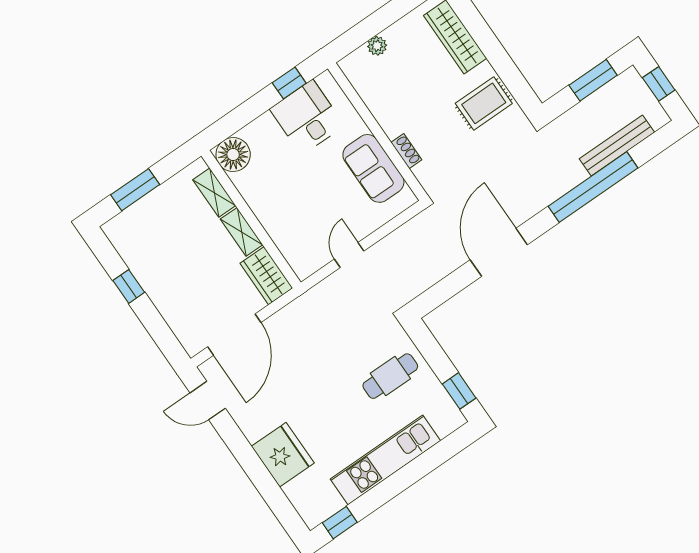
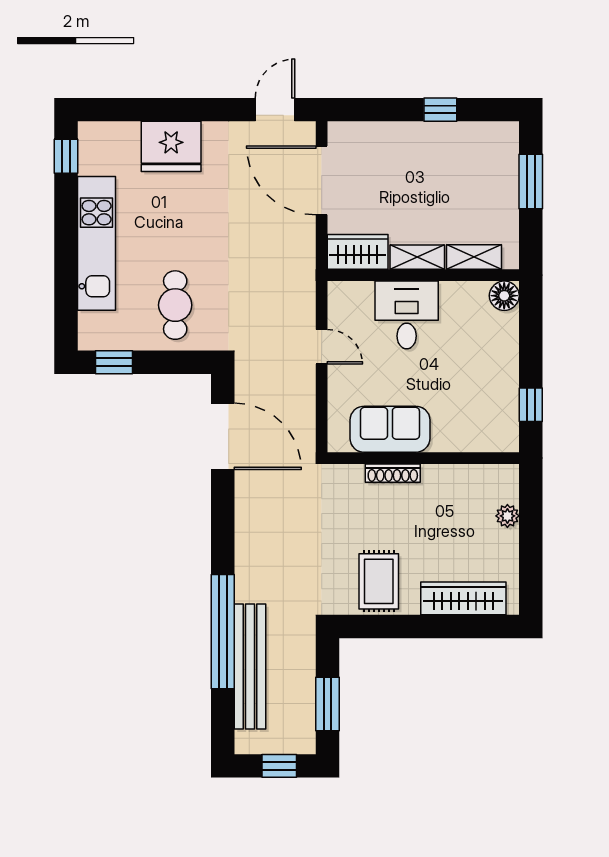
desk: (307, 117) -> (407, 315), moved, turned -90
bench: (617, 145) -> (250, 666), width x1.37, depth x1.21
shoe rack: (406, 151) -> (393, 473), width x1.43
floor lamp: (233, 155) -> (504, 296), width x0.73, depth x0.73
door: (499, 252) -> (223, 436), moved

